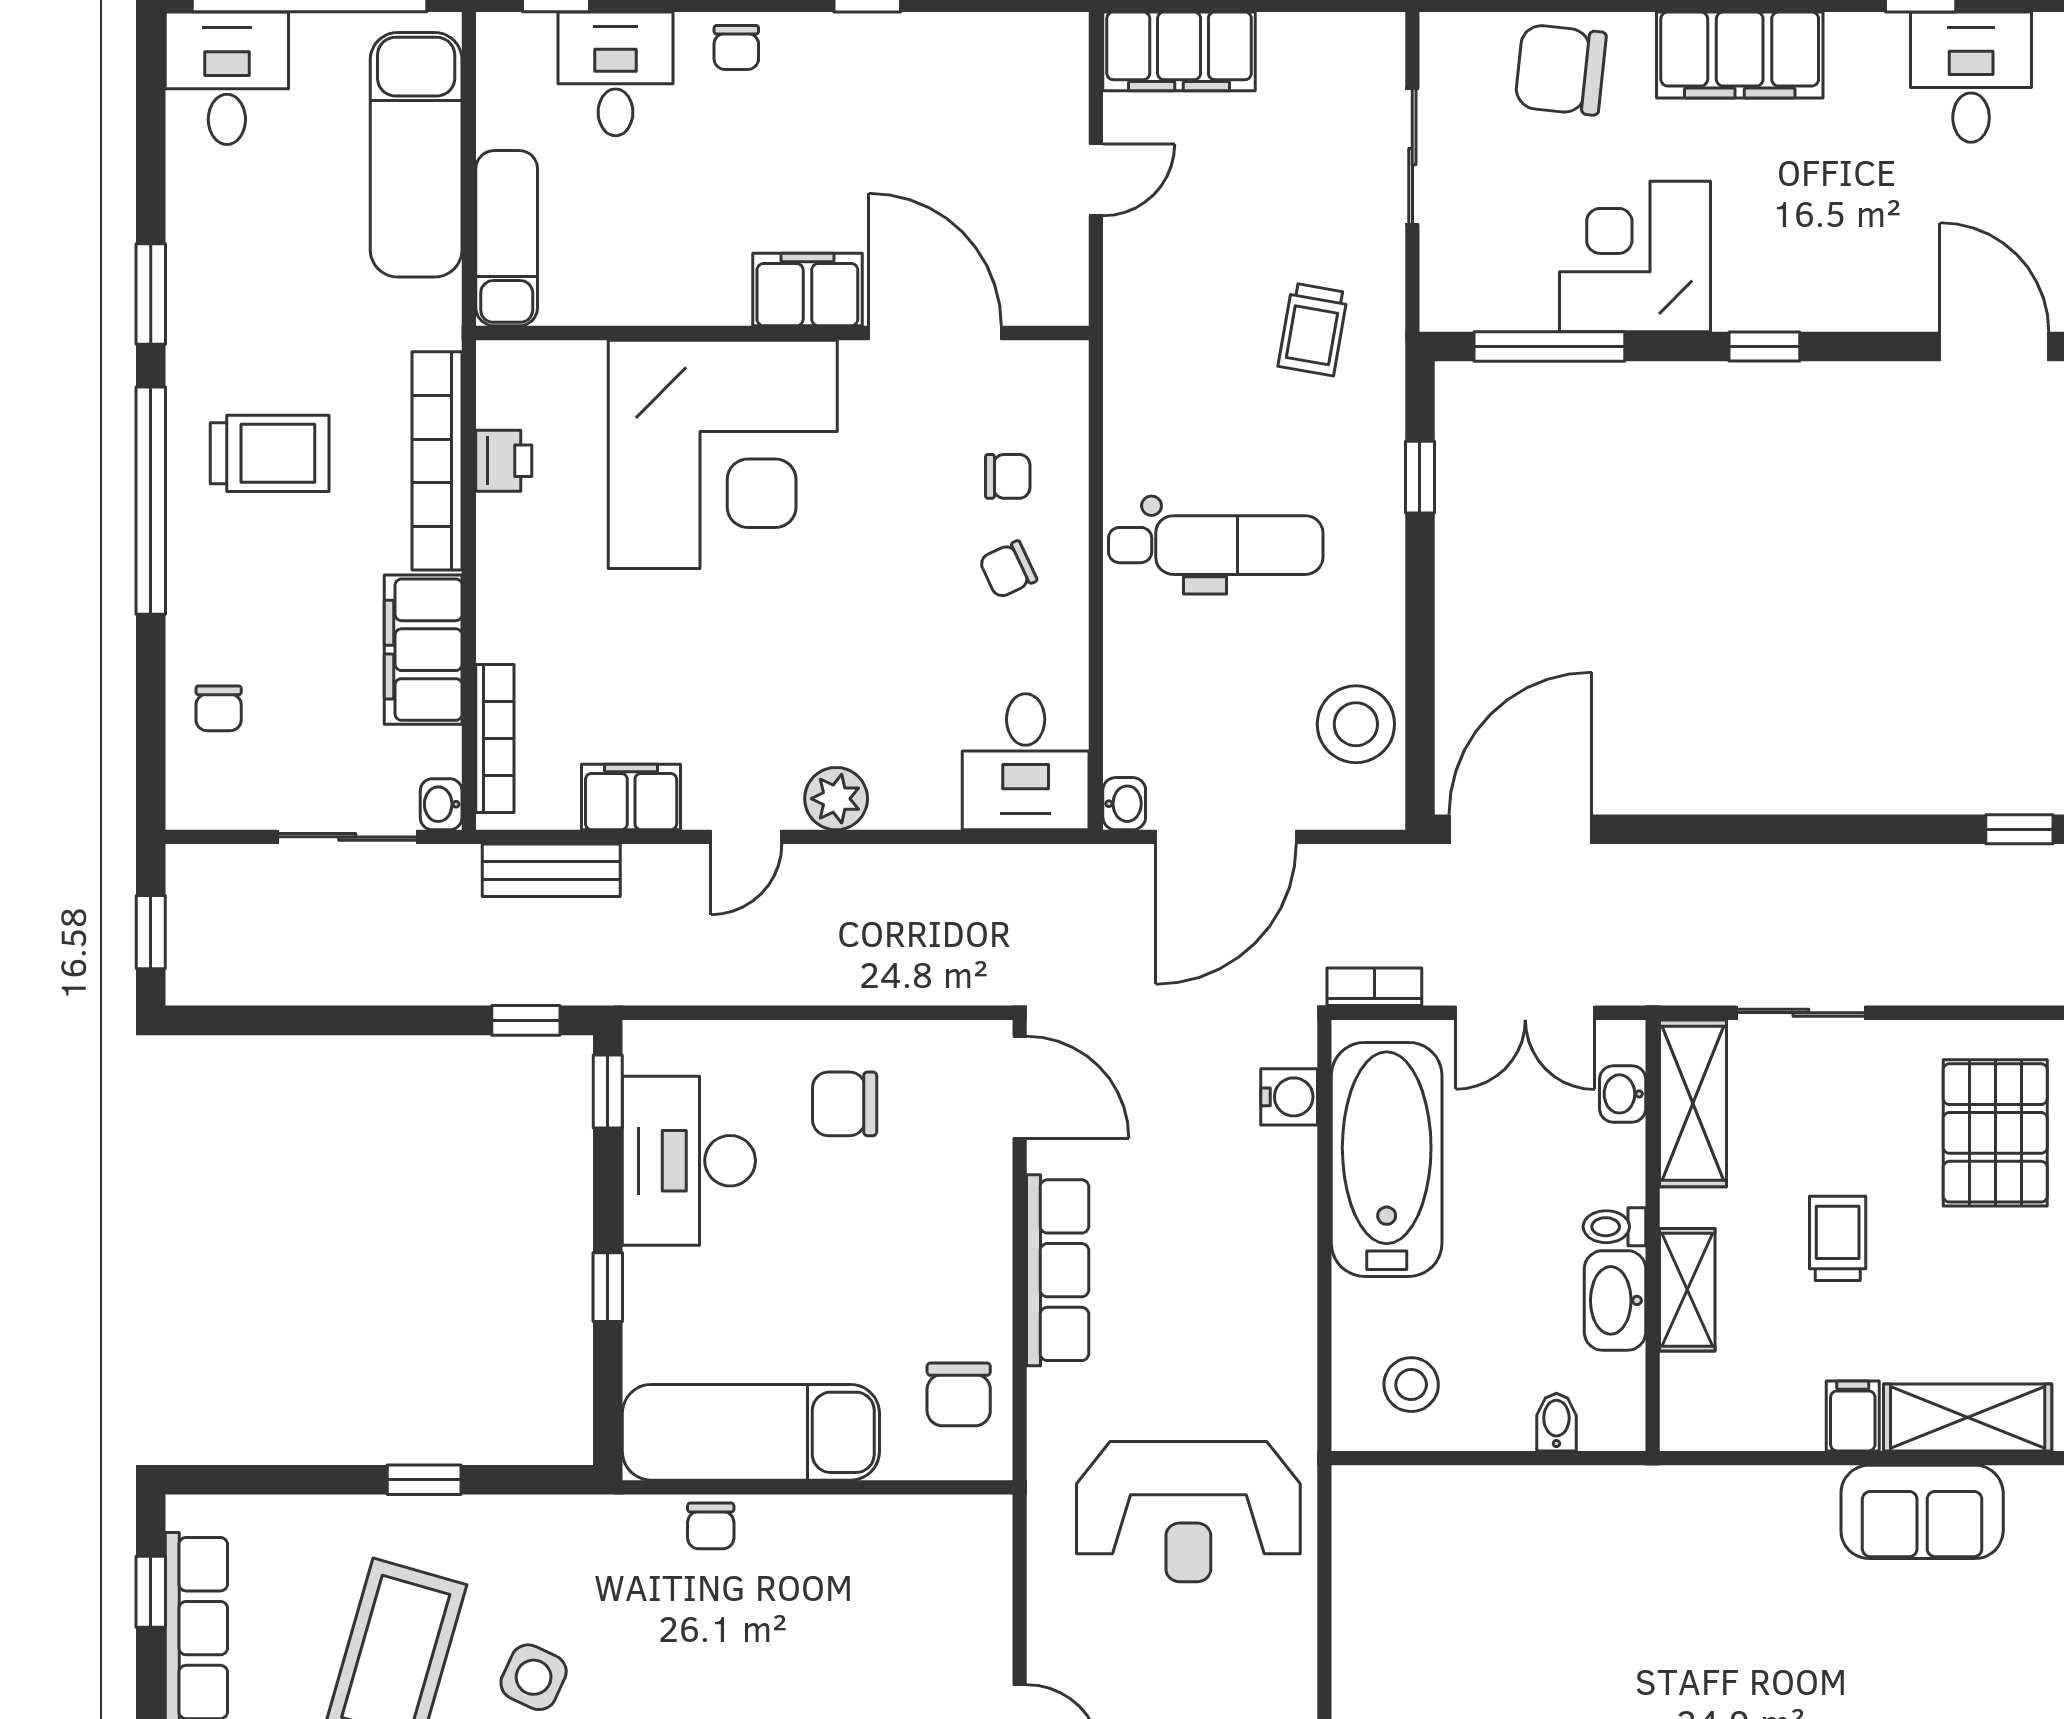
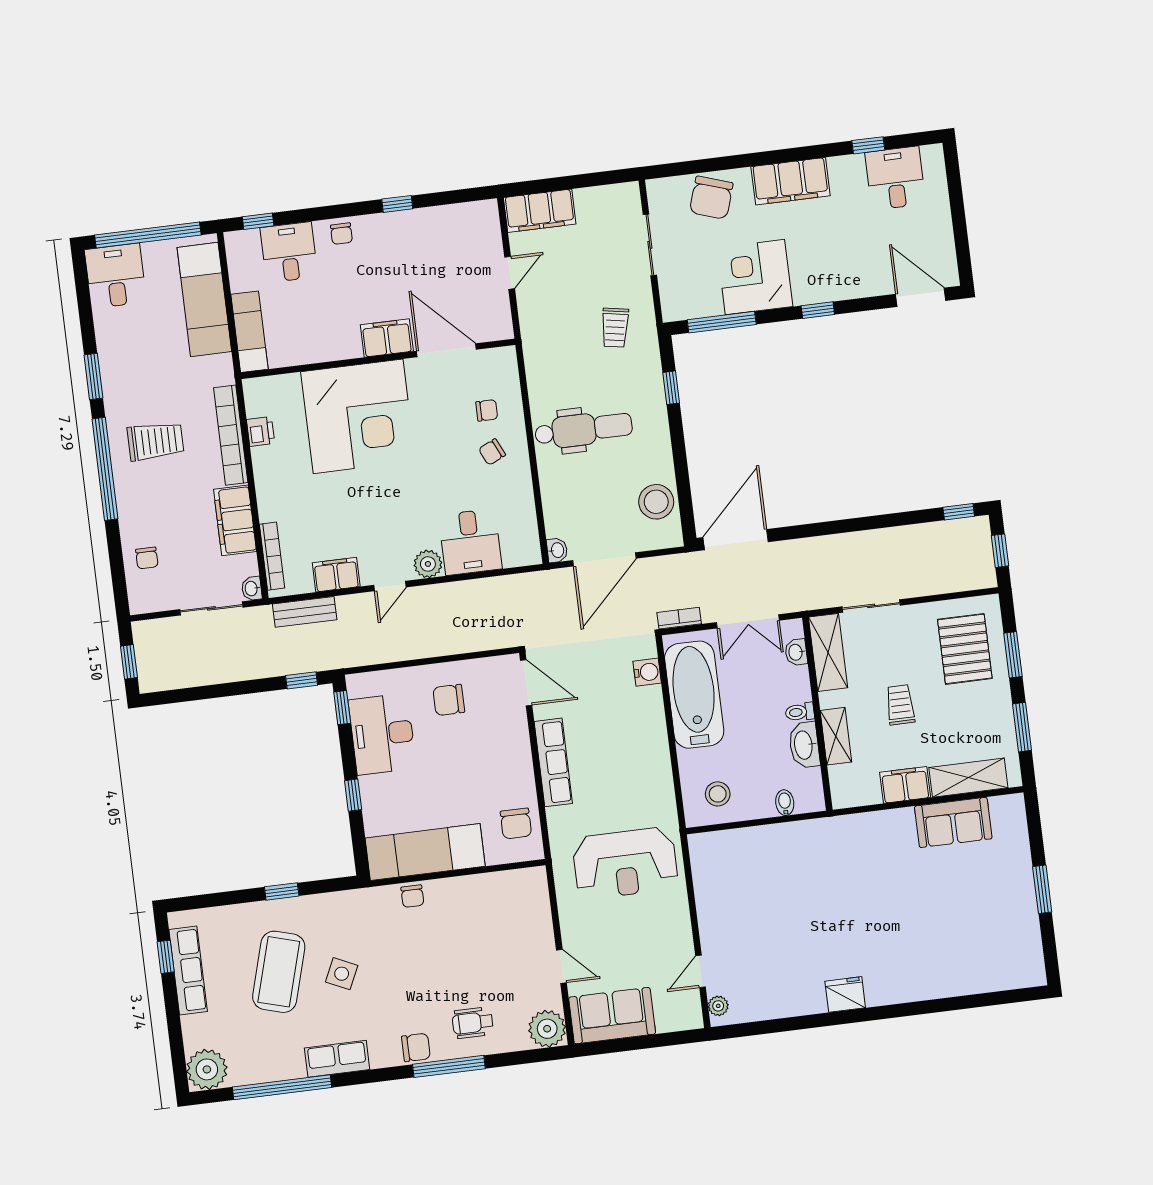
chair: (1561, 70) -> (711, 198), turned -78
desk: (1026, 762) -> (470, 542), moved
filing cabinet: (1853, 1416) -> (905, 785), width x2.00

